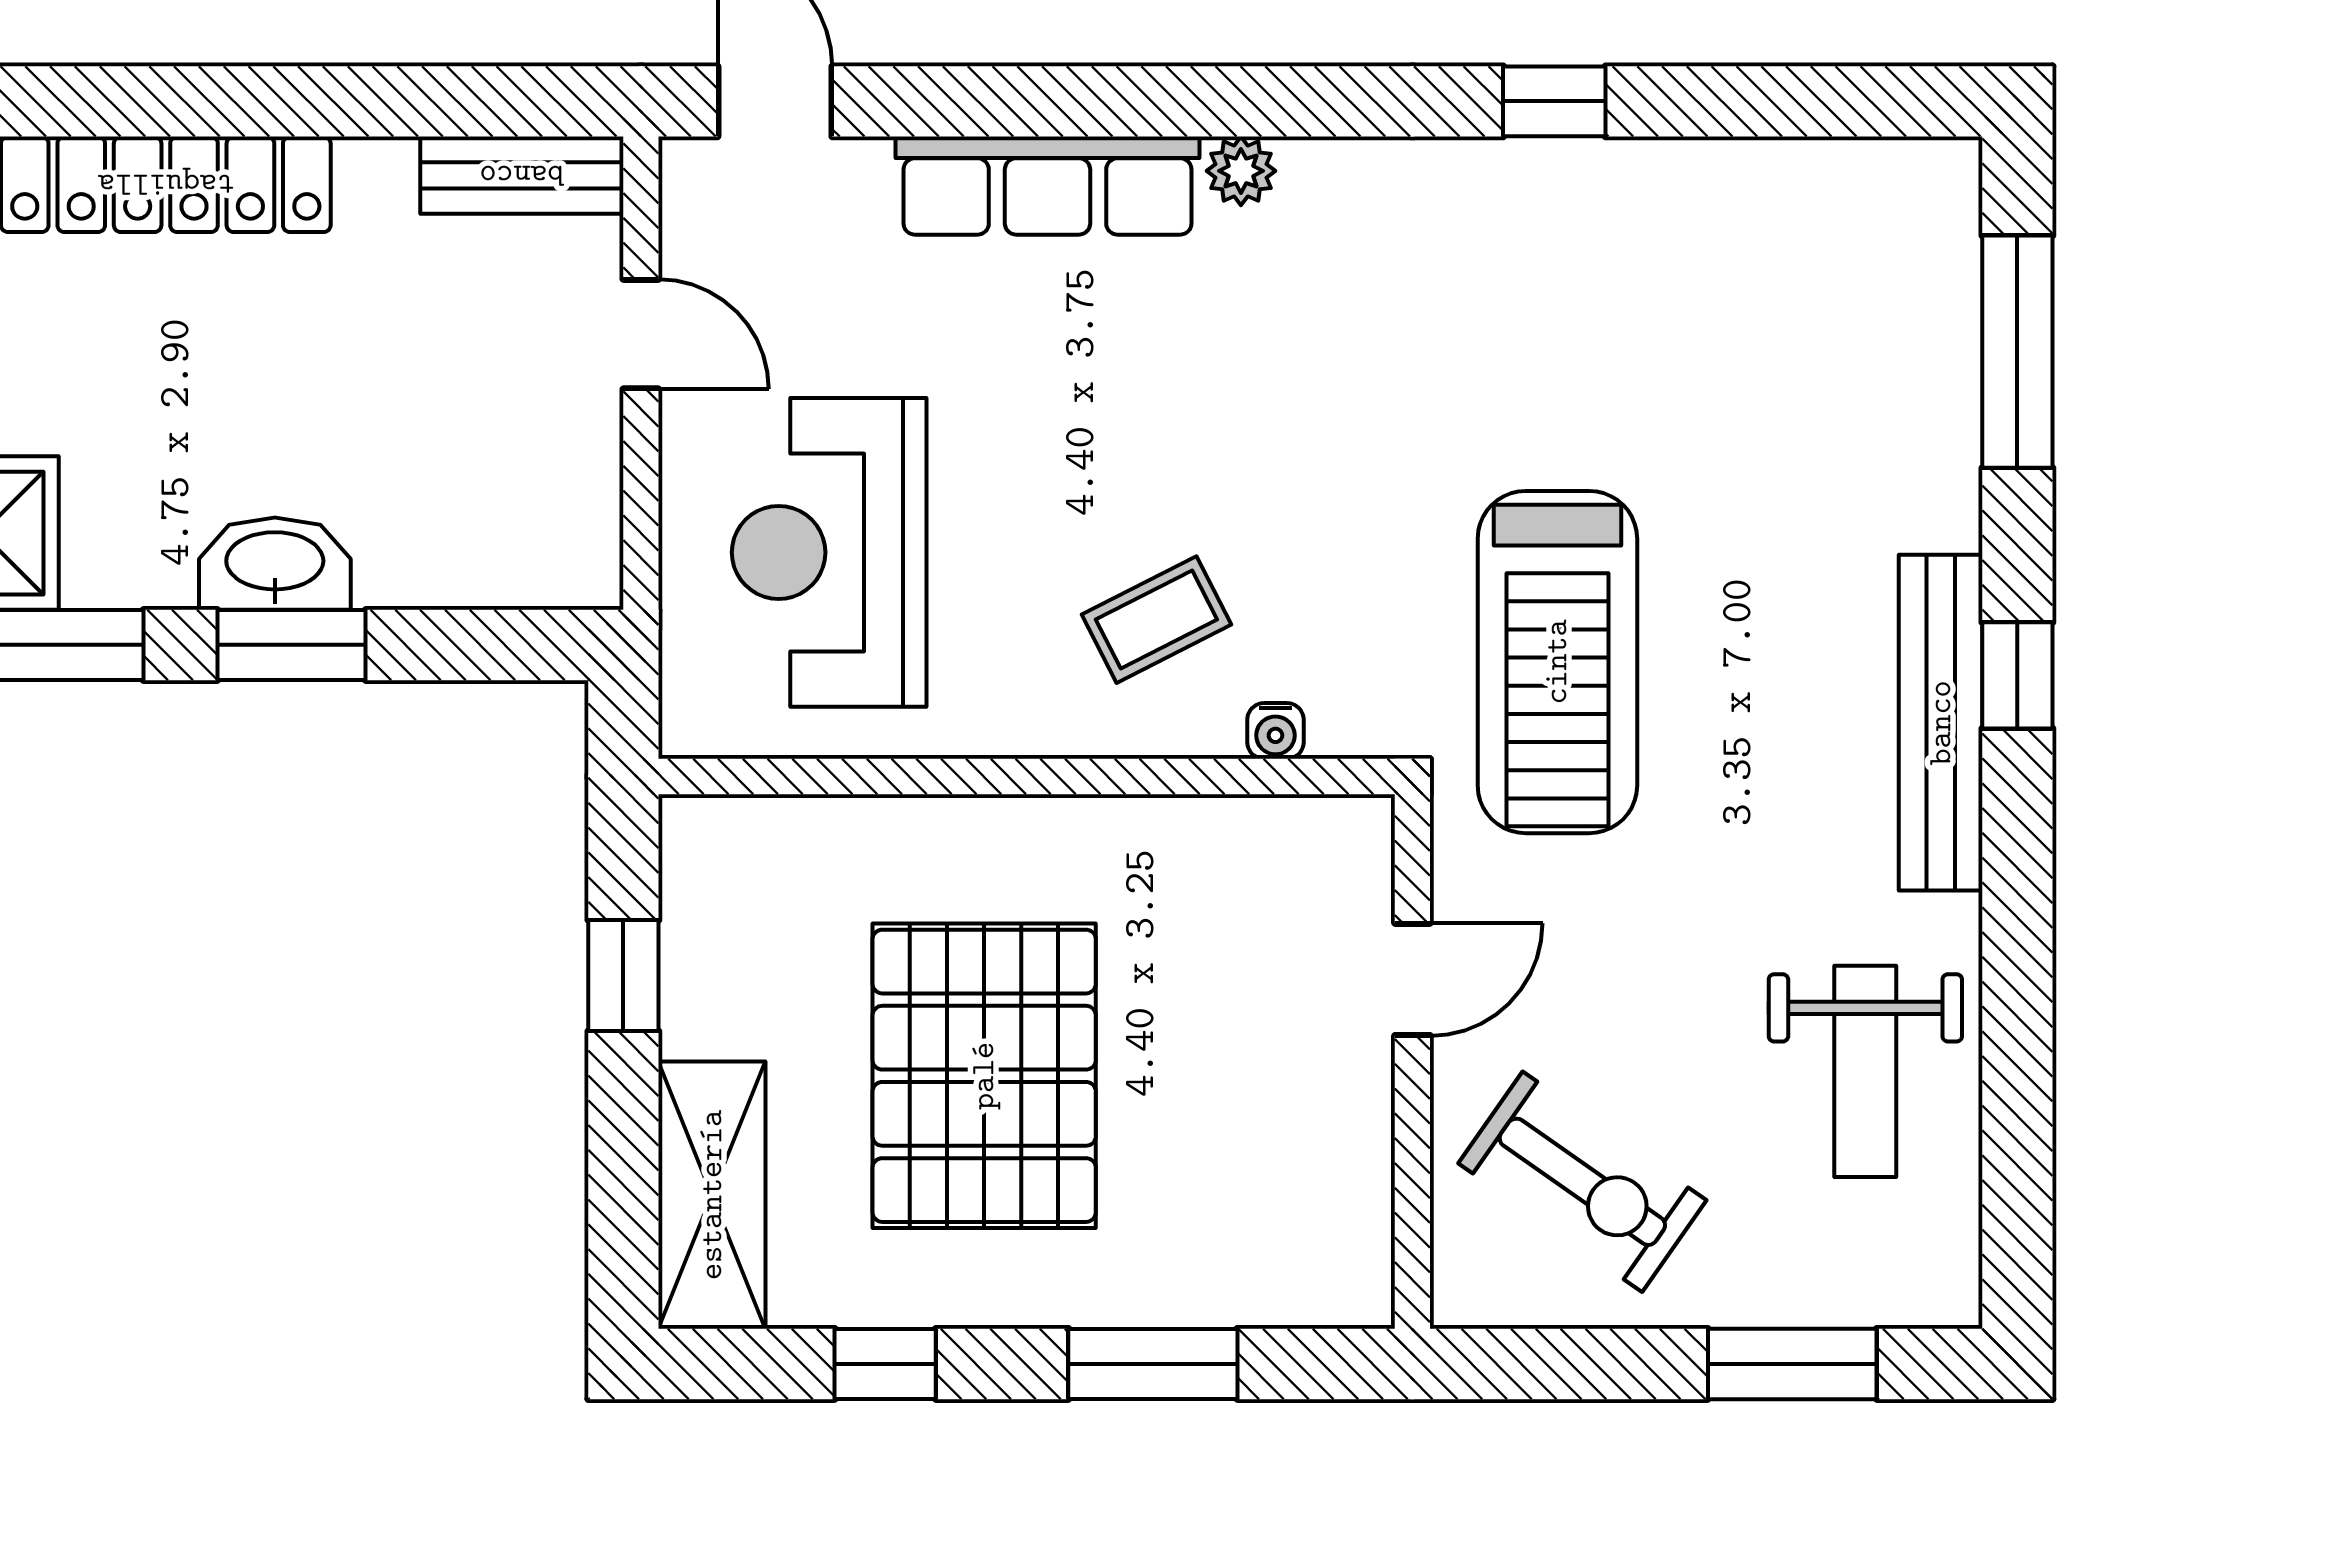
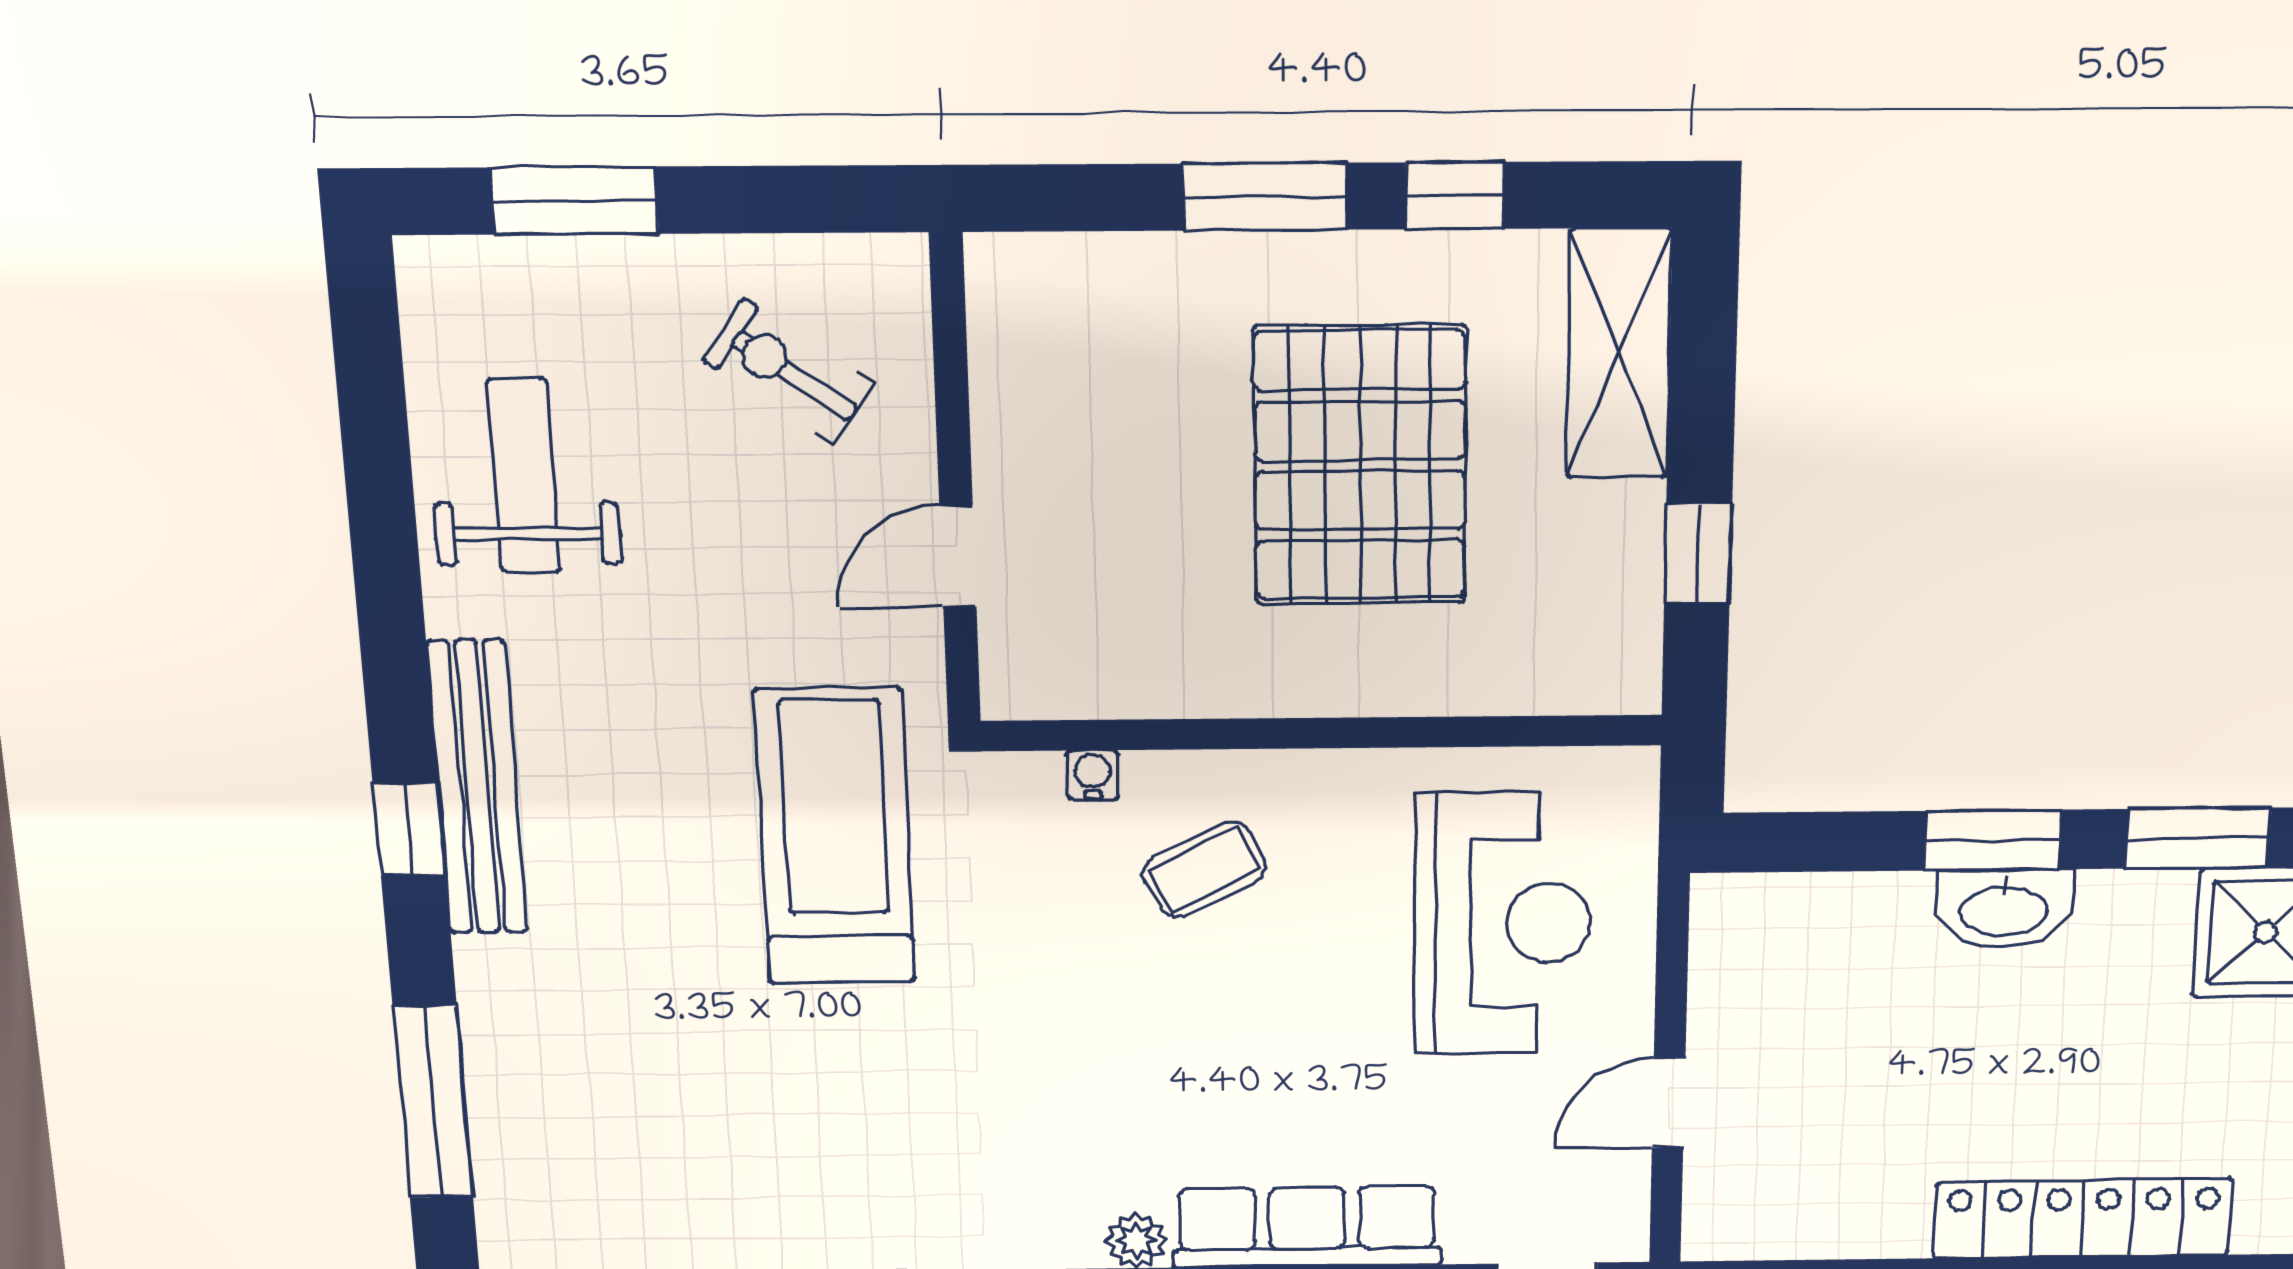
bench: (522, 175) -> (1770, 1230), removed
door: (641, 334) -> (1669, 1103), hinge flipped
exercise bike: (1582, 1182) -> (788, 372), width x0.73, depth x0.72
window: (1153, 1364) -> (1265, 197), moved

